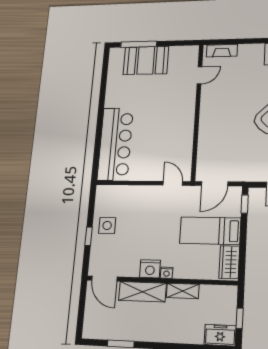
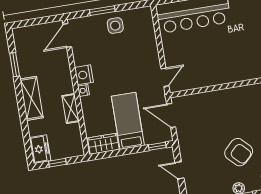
window: (89, 236) -> (102, 11), width x1.50
shelving: (142, 292) -> (31, 98), moved

